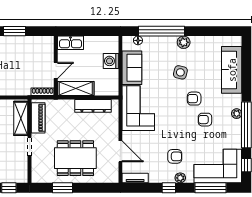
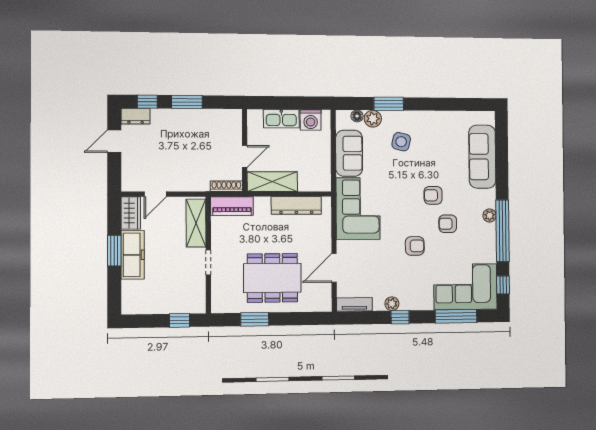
window: (162, 31) -> (389, 104), width x0.47
plant: (184, 42) -> (373, 119), moved
kitchen sink: (70, 43) -> (281, 119), moved
washing machine: (111, 61) -> (311, 120), moved, turned -90
side table: (180, 72) -> (401, 142), moved
piano: (38, 118) -> (232, 206), moved, turned 90
door: (120, 151) -> (334, 268), swing flipped
armchair: (175, 156) -> (415, 246), moved
plant: (180, 178) -> (392, 304), moved

